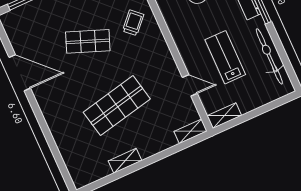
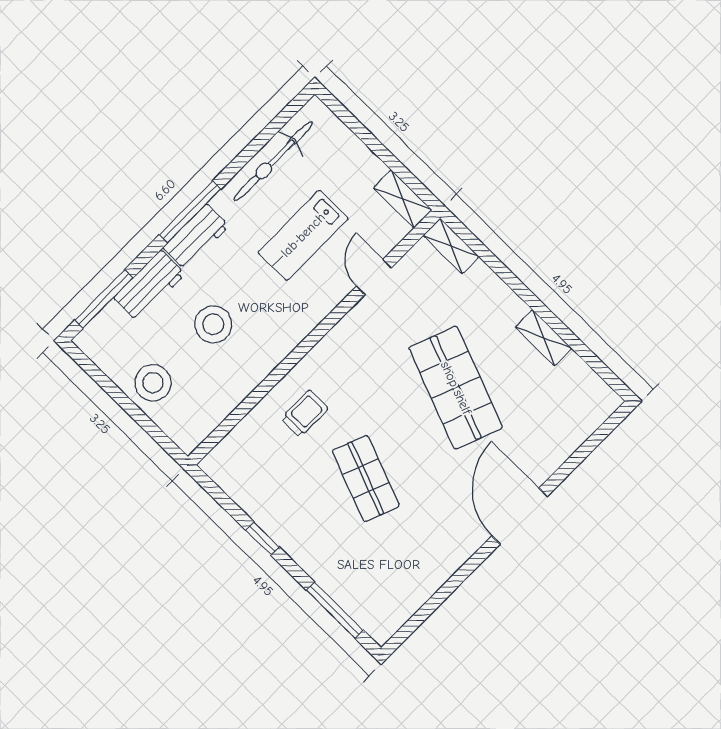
trolley: (133, 23) -> (305, 414), turned 137
door: (20, 73) -> (520, 516), moved
shop shelf: (117, 106) -> (456, 388), turned 33

